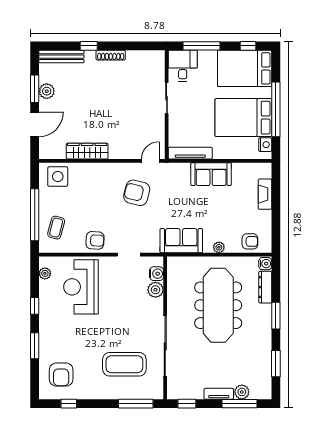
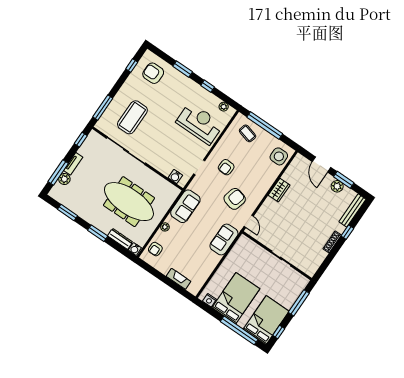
desk: (183, 66) -> (294, 283), removed
window: (276, 109) -> (239, 330), moved
wardrobe: (87, 151) -> (279, 190), width x0.67
tv unit: (190, 153) -> (236, 250), removed
sofa: (211, 174) -> (224, 240), moved
armchair: (95, 240) -> (226, 167), moved
plant: (155, 290) -> (166, 169), removed

